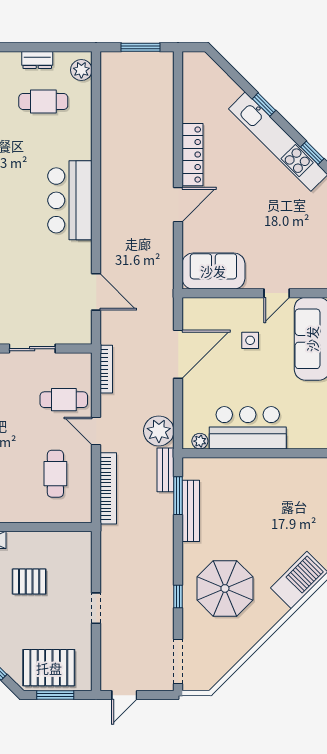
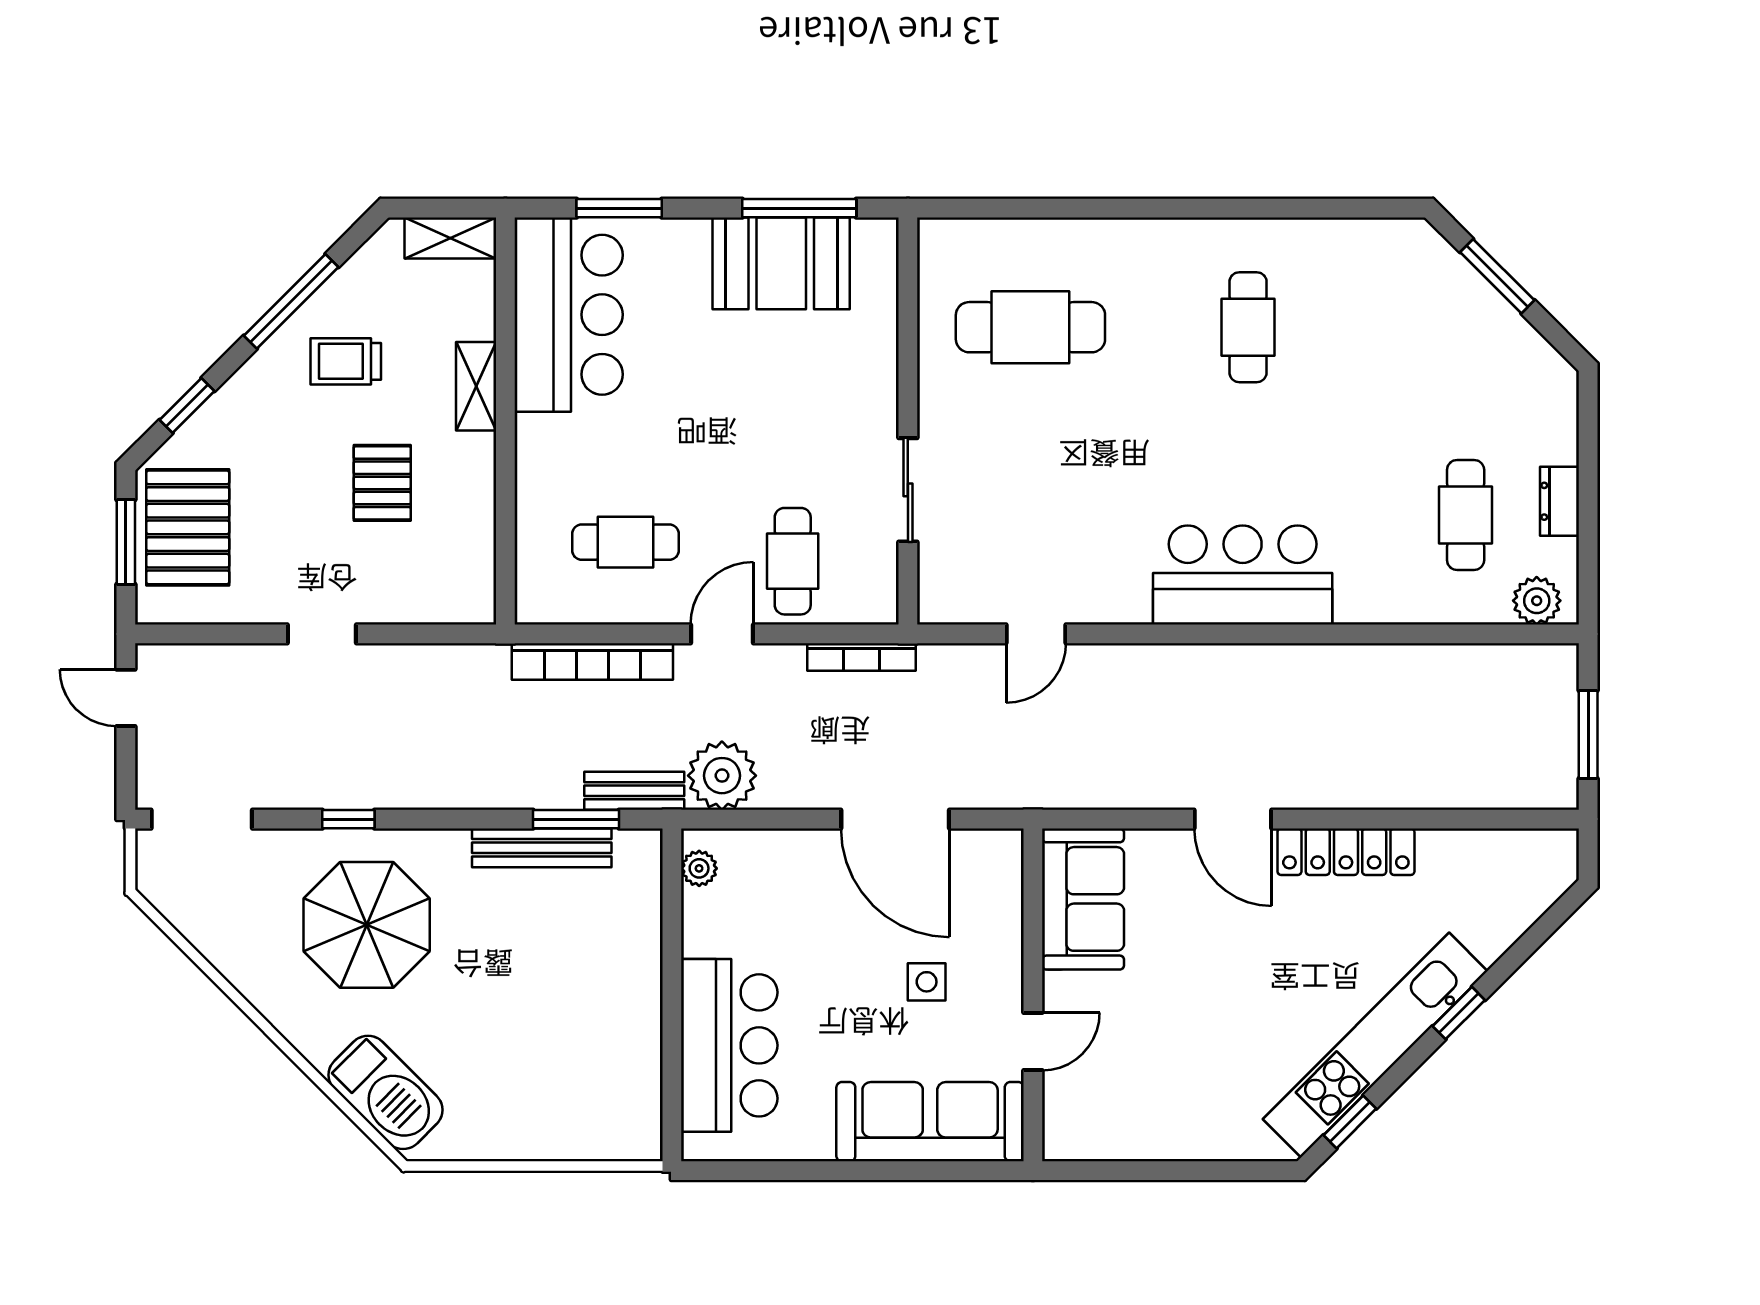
door: (96, 292) -> (1036, 634), width x0.73
door: (277, 293) -> (1033, 1042), swing flipped
bar counter: (248, 428) -> (729, 1045), moved

